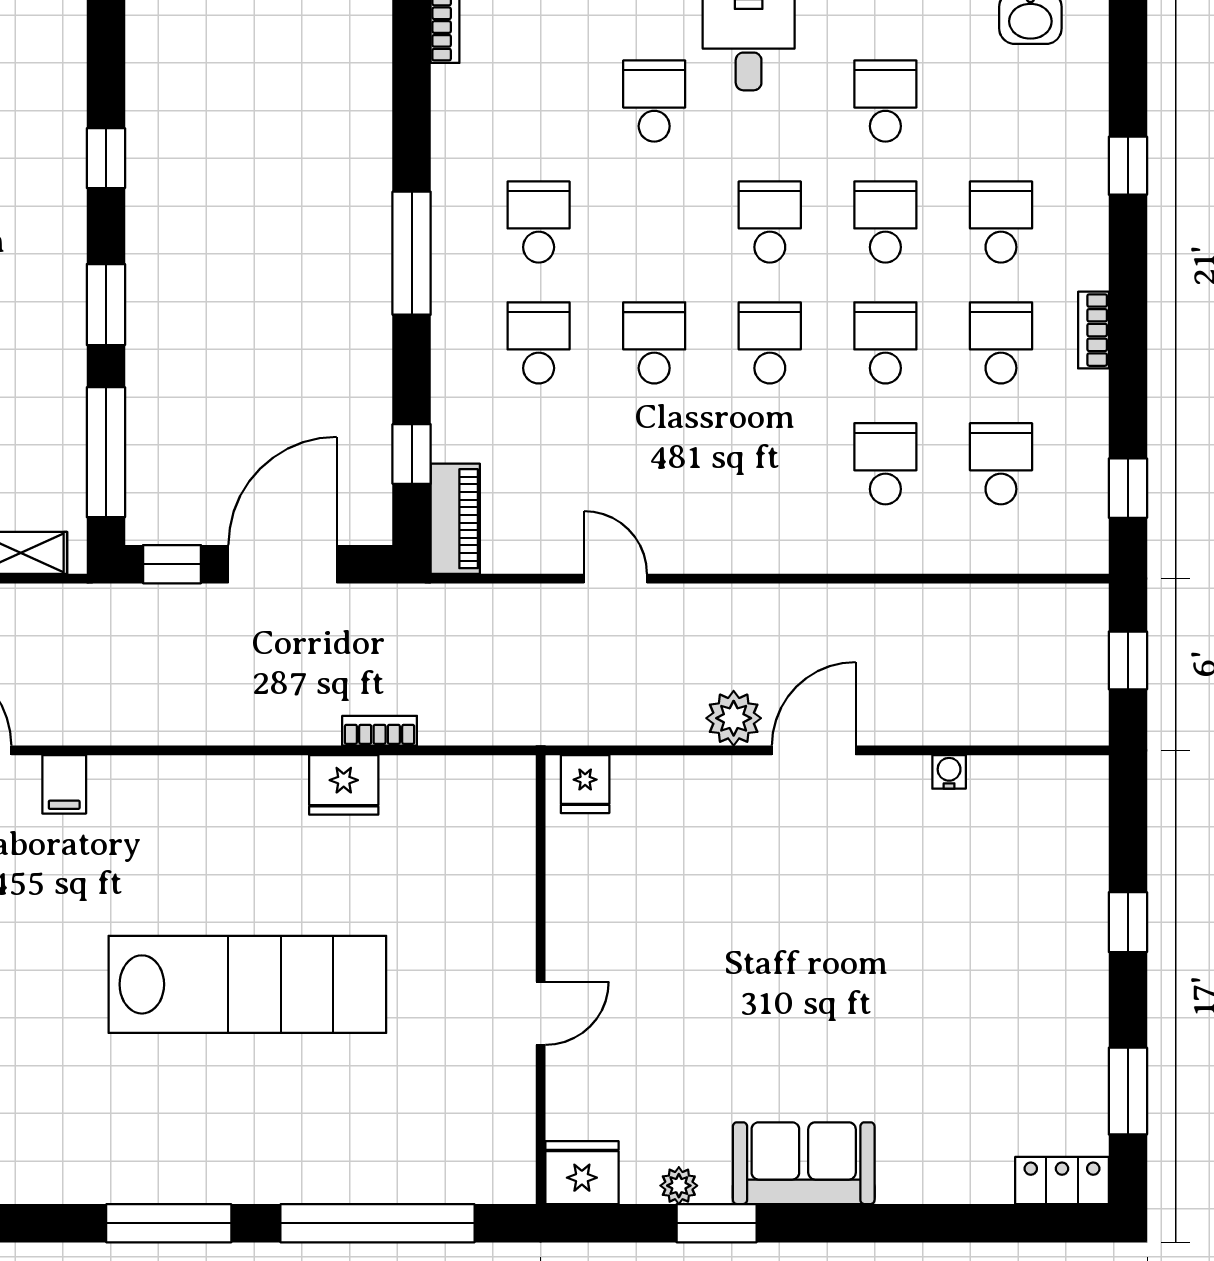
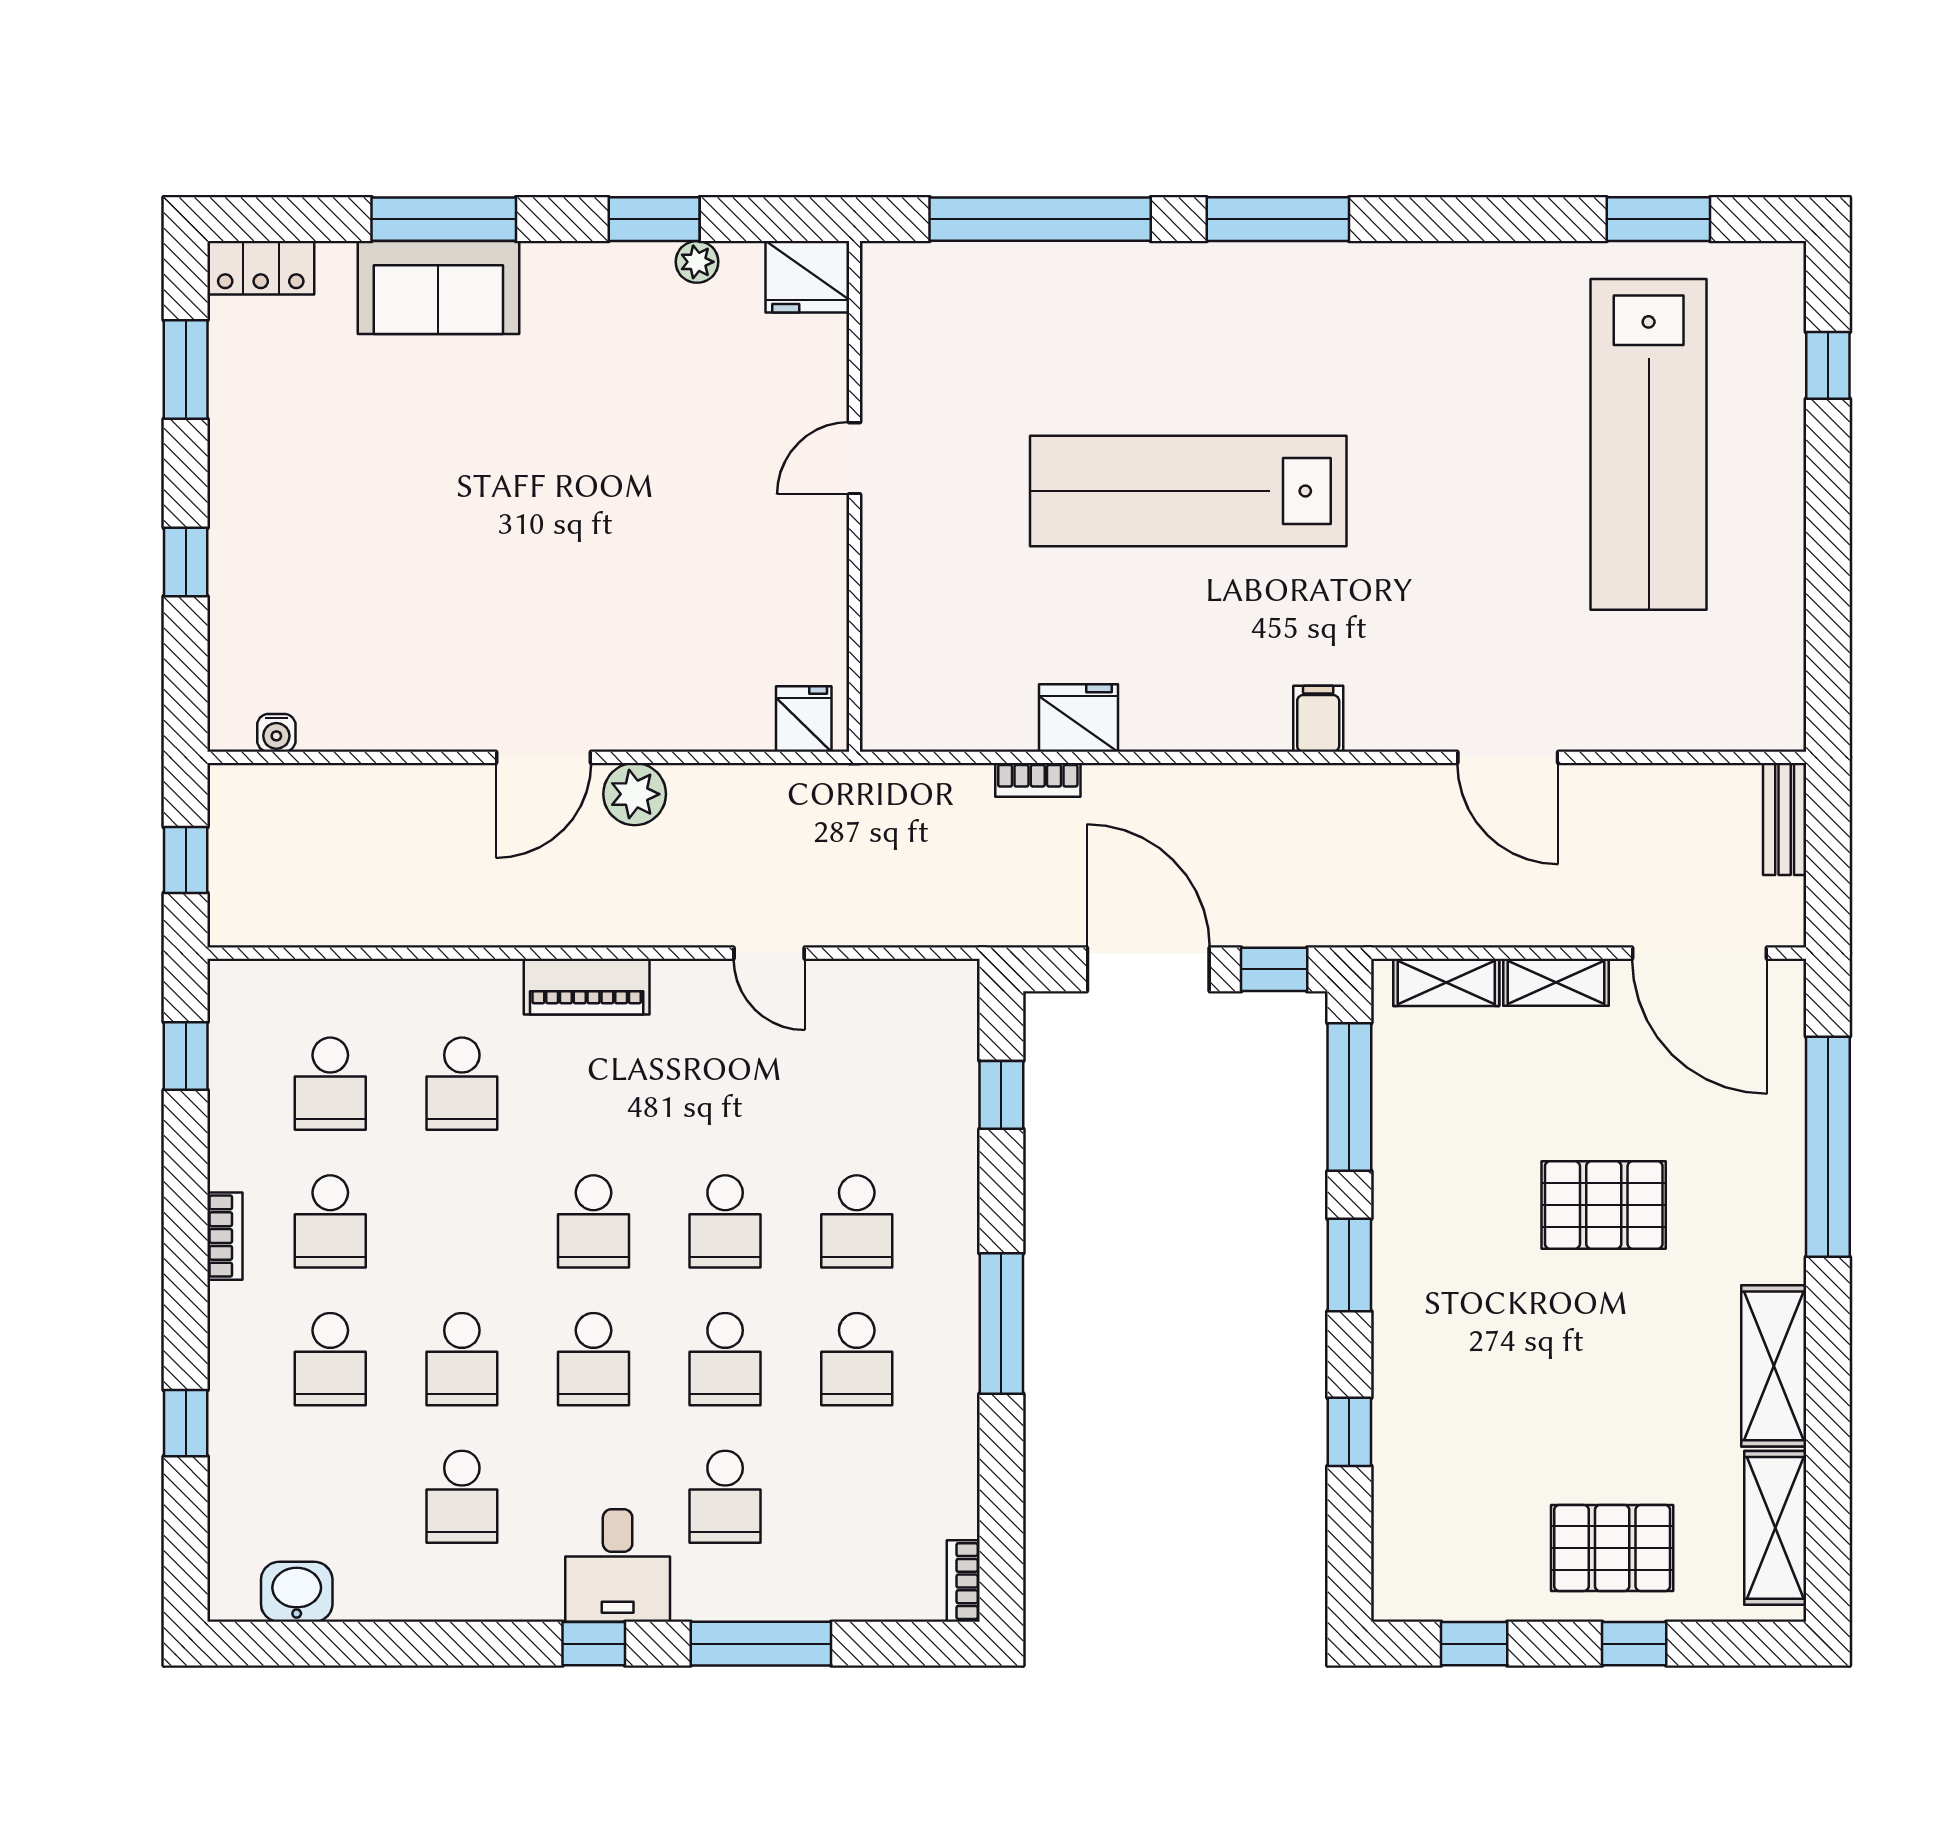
school desk: (885, 343) -> (725, 1359), moved
piano: (455, 519) -> (587, 987), moved, turned -90
door: (283, 564) -> (1148, 969), swing flipped
water cooler: (949, 772) -> (276, 733), moved
filing cabinet: (64, 784) -> (1318, 719), moved
sofa: (804, 1163) -> (438, 287), moved
window: (901, 1223) -> (444, 219), added

